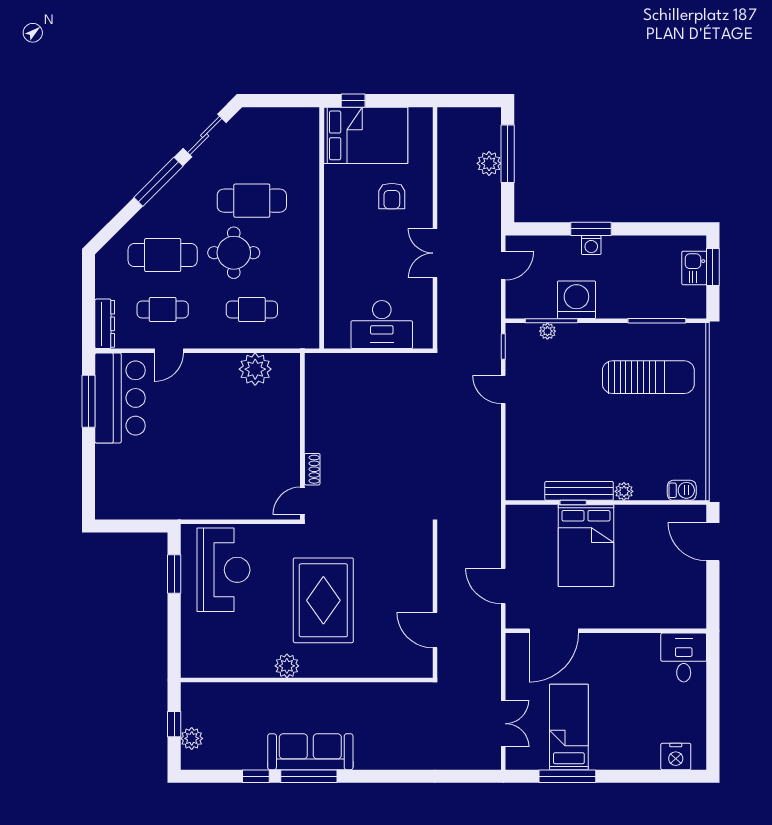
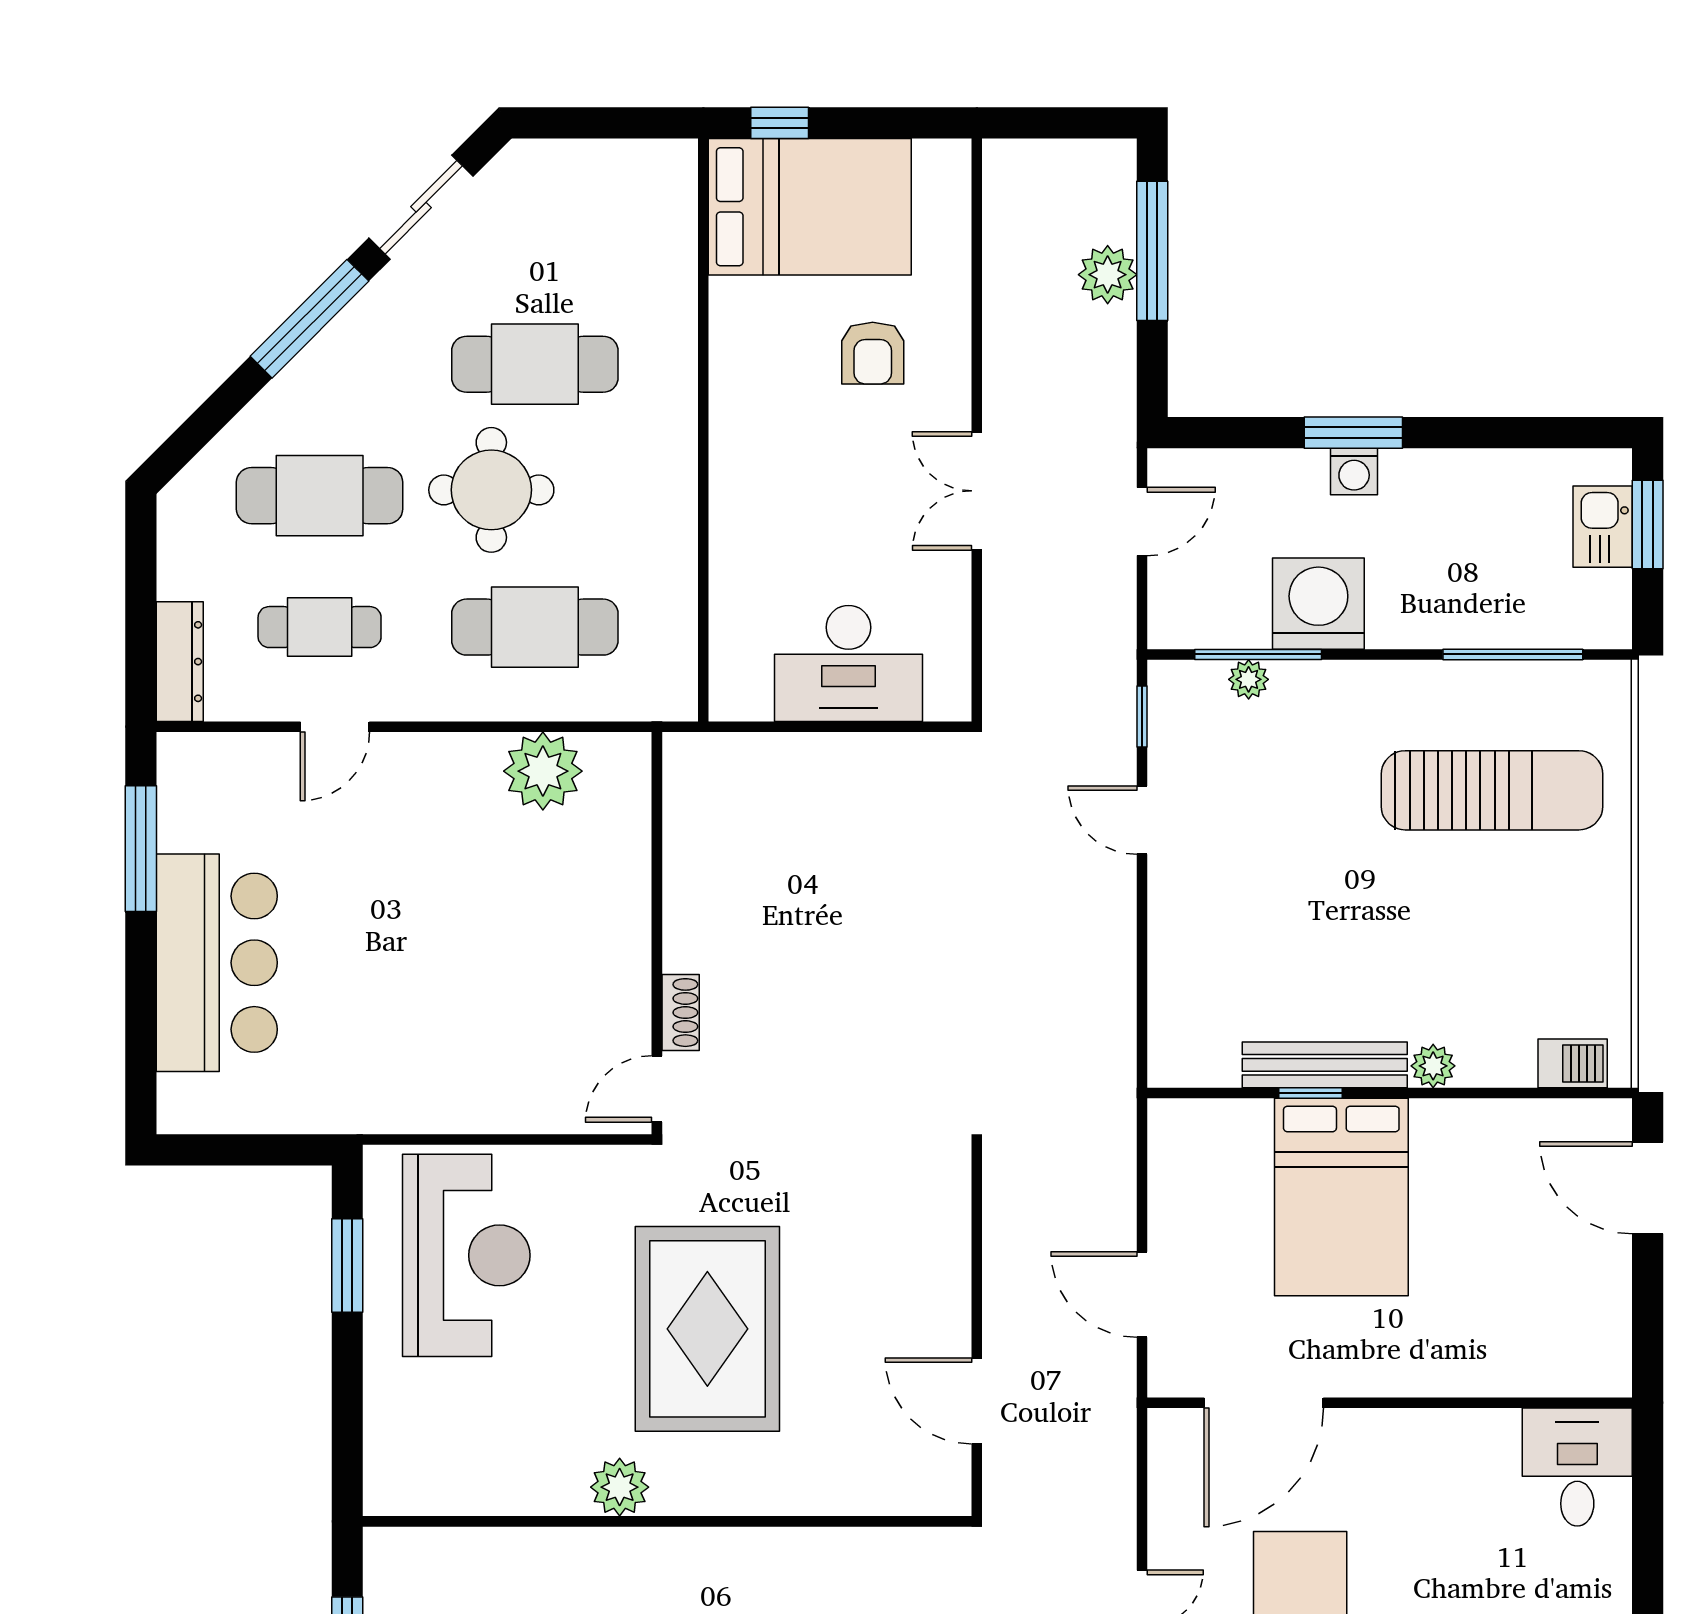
cafe table: (252, 310) -> (535, 627), width x1.37, depth x1.35
bar counter: (120, 398) -> (217, 963), moved

